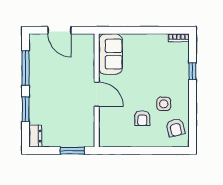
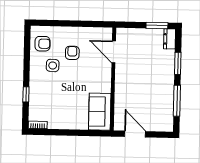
door: (59, 30) -> (135, 134), moved
door: (97, 94) -> (114, 52), moved
armchair: (175, 128) -> (43, 44), turned 103
window: (72, 151) -> (157, 25), moved

